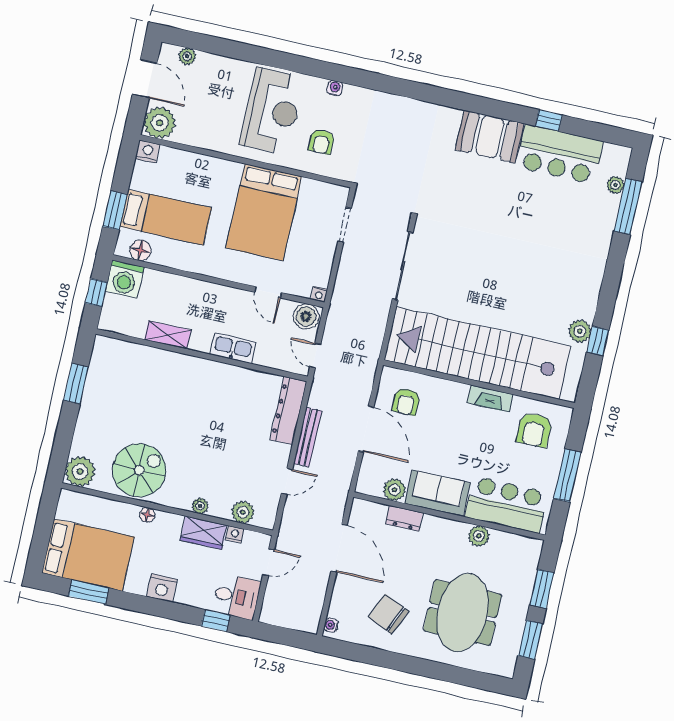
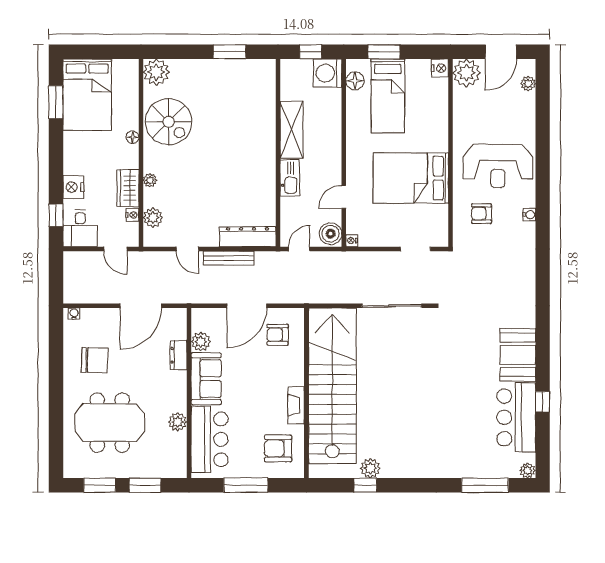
plant: (615, 185) -> (527, 470), moved
shelving: (168, 335) -> (291, 130), width x1.50, depth x1.33
nightstand: (162, 588) -> (73, 187), moved
chair: (388, 614) -> (94, 360), turned 68

